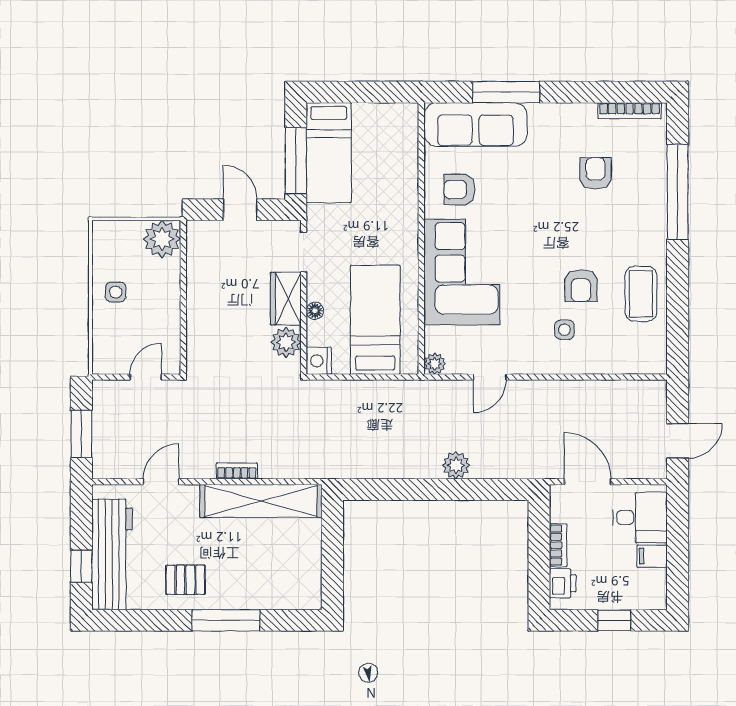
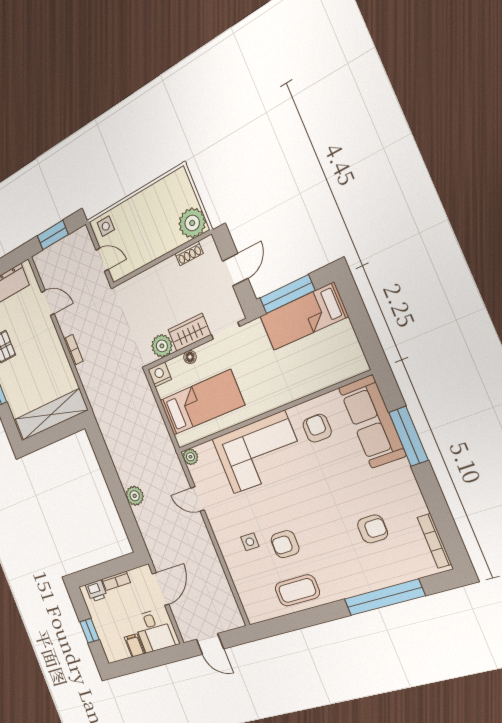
shoe rack: (195, 258) -> (189, 253), added
side table: (116, 292) -> (106, 226), moved
shelving: (261, 501) -> (51, 415), moved, turned 90

